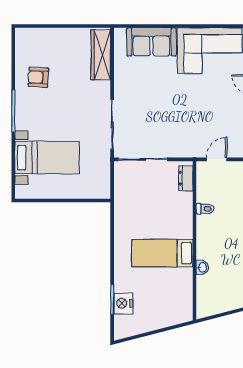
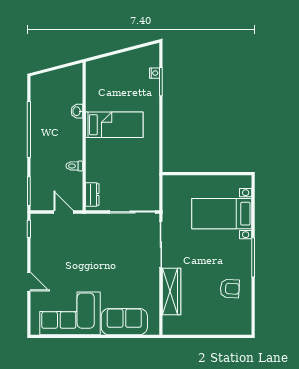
wardrobe: (101, 55) -> (172, 292), moved
door: (217, 159) -> (63, 212), swing flipped
nightstand: (123, 303) -> (154, 73), width x0.53, depth x0.56

